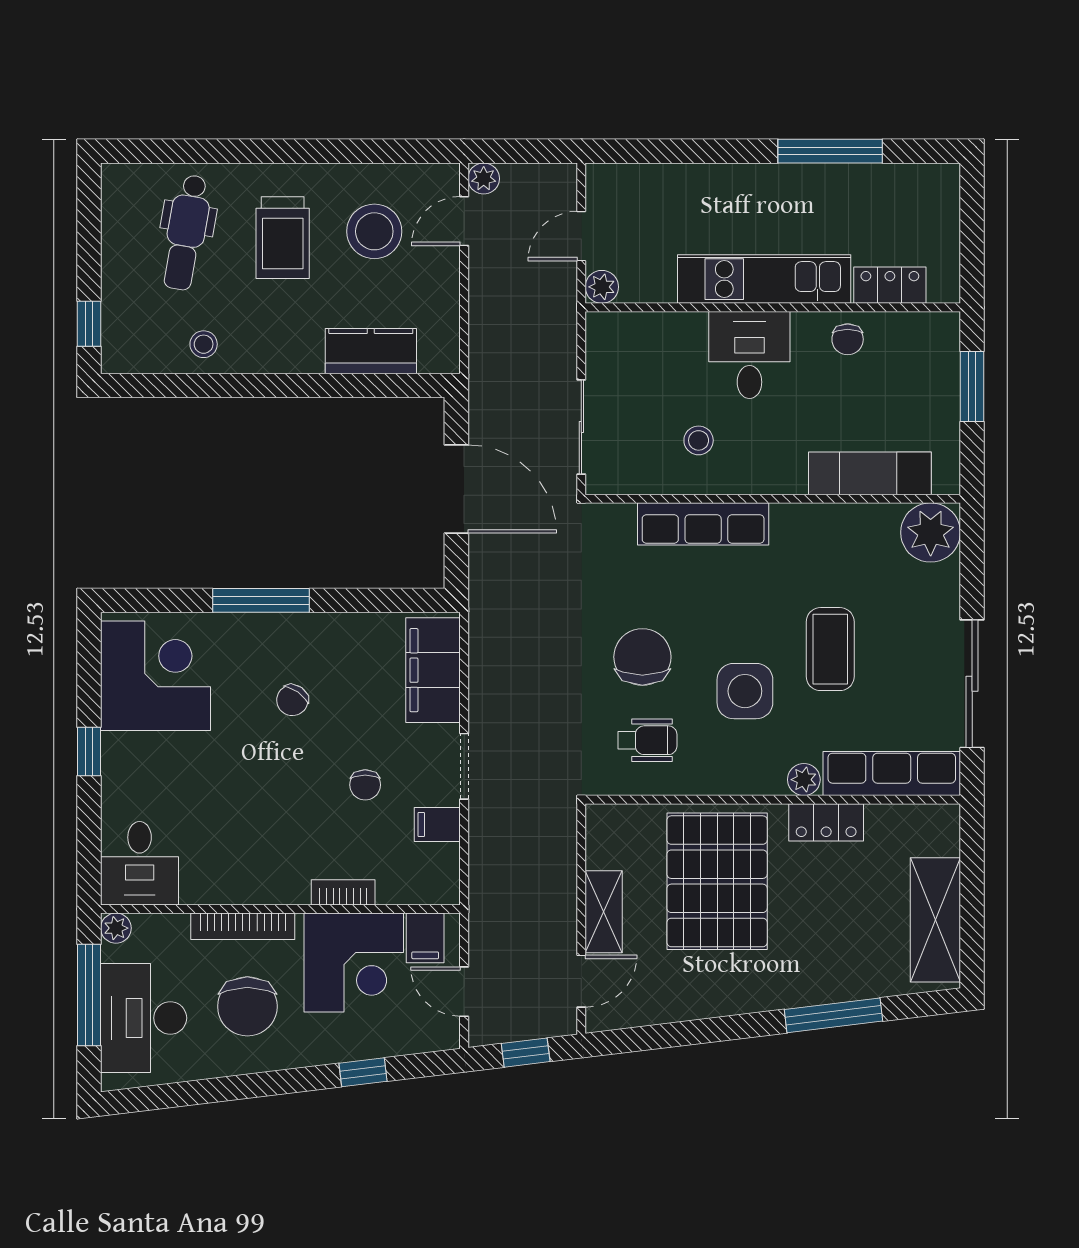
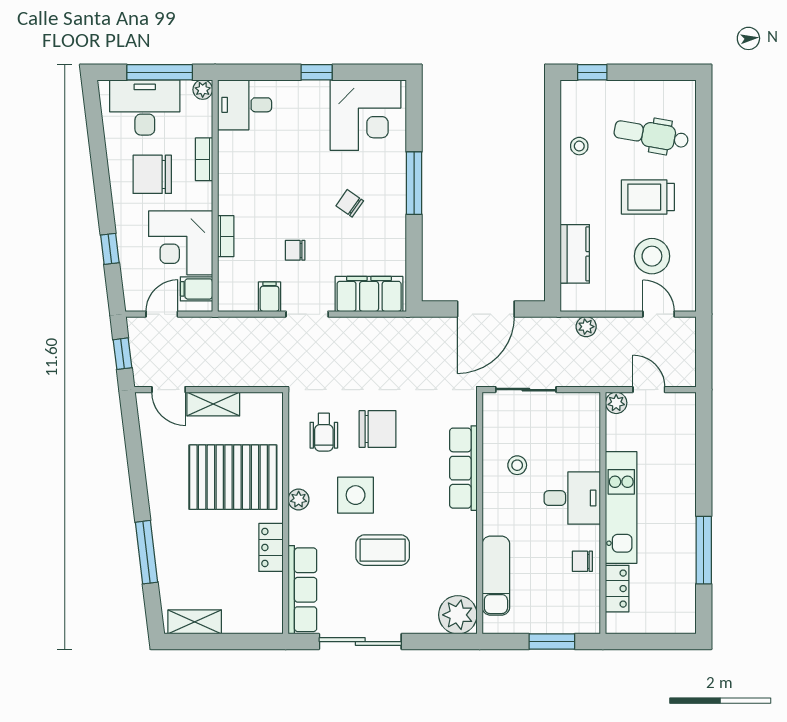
plant: (484, 179) -> (586, 327), moved
plant: (804, 780) -> (299, 499), moved
shelving: (935, 920) -> (195, 622), width x0.67, depth x0.75
bookcase: (243, 926) -> (204, 159), width x0.64

